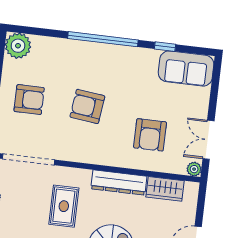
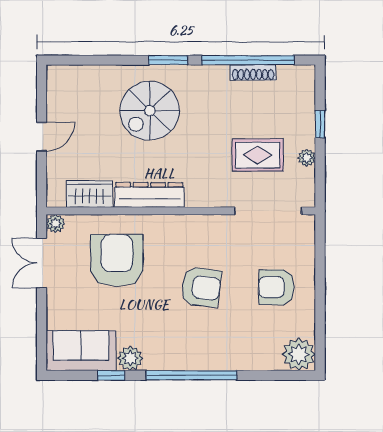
plant: (149, 58) -> (130, 358), added
armchair: (150, 135) -> (117, 260), width x1.36, depth x1.36
double door: (208, 140) -> (42, 263), swing flipped
rug: (64, 206) -> (258, 155), moved, turned 90

